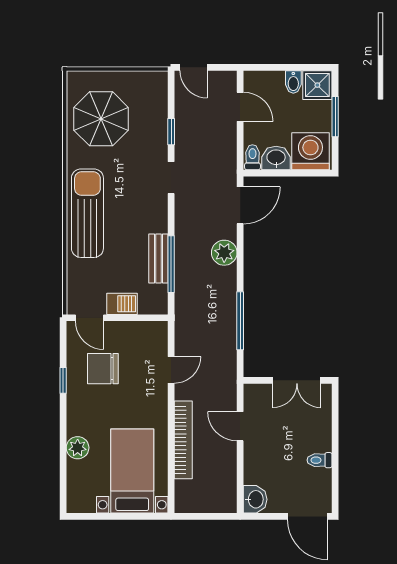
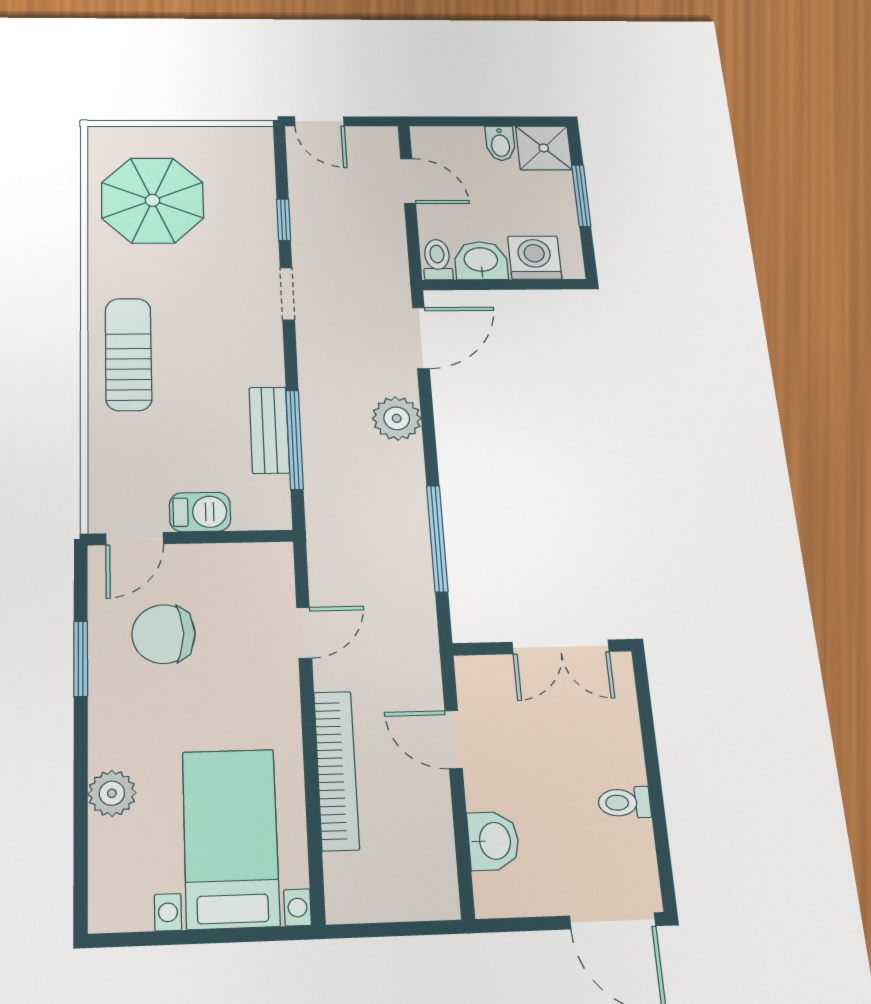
washing machine: (310, 151) -> (535, 258), width x0.73, depth x0.73
sun lounger: (87, 213) -> (128, 354), width x0.73, depth x0.75
door: (90, 318) -> (135, 539), hinge flipped
window: (63, 380) -> (81, 659), width x1.50
washbasin: (255, 499) -> (493, 841), moved

